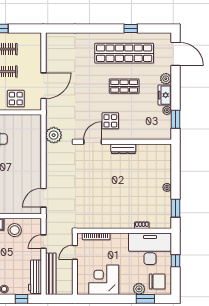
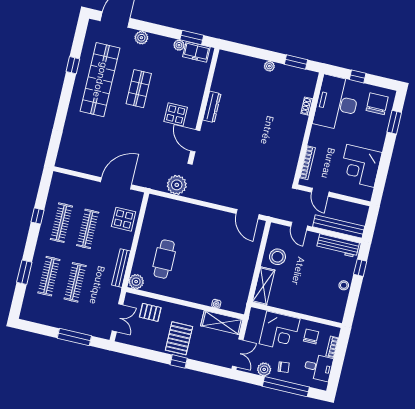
door: (43, 86) -> (116, 183), hinge flipped
freezer: (165, 95) -> (196, 52), moved
plant: (139, 289) -> (381, 127), removed

